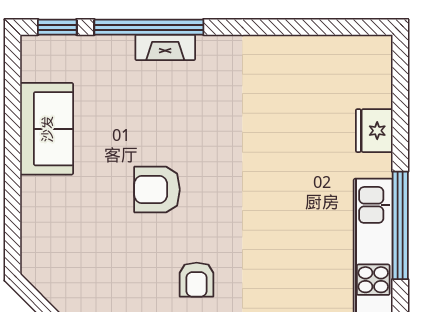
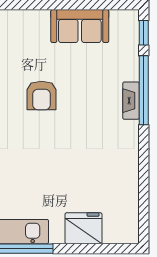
fridge: (374, 131) -> (84, 228), width x1.36, depth x1.34
armchair: (157, 190) -> (42, 95), turned 180

